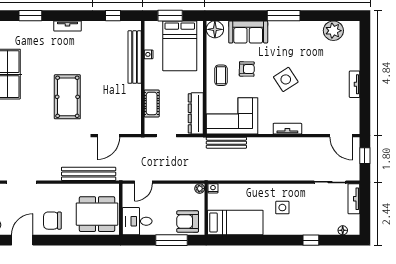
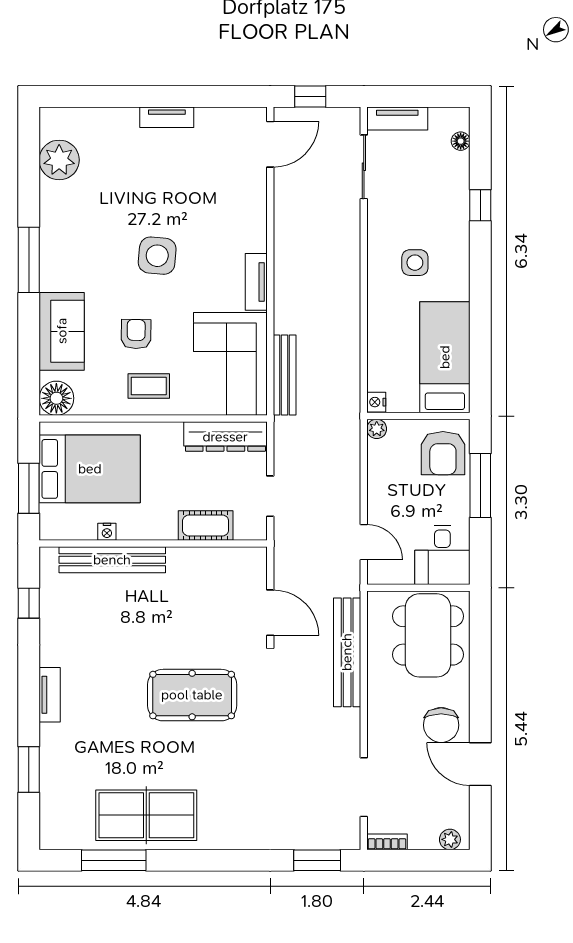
side table: (286, 79) -> (157, 256), turned 38
tv unit: (287, 129) -> (256, 282), moved
door: (22, 240) -> (480, 764), moved

